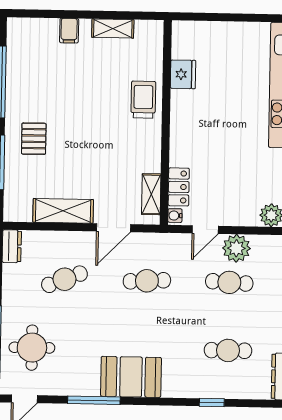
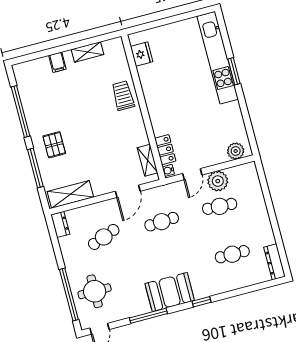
fridge: (183, 74) -> (142, 54), moved
shelving: (63, 211) -> (70, 194), moved
window: (212, 403) -> (202, 302), moved

